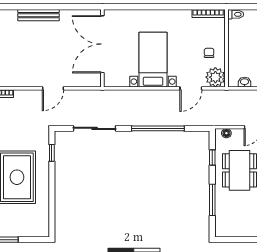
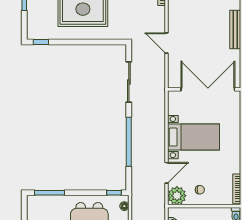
door: (191, 88) -> (166, 173), swing flipped
window: (52, 153) -> (41, 42), moved
window: (212, 158) -> (114, 193), moved
window: (212, 200) -> (49, 193), moved

